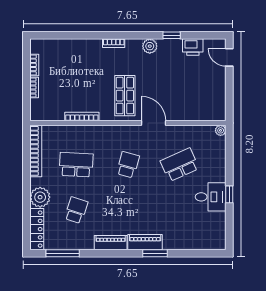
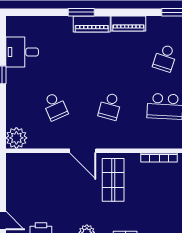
plant: (221, 130) -> (16, 138), width x1.88, depth x1.88
school desk: (180, 165) -> (55, 106), width x0.54
desk: (211, 197) -> (22, 52), moved

